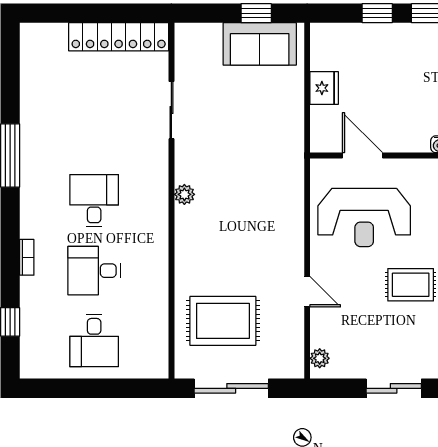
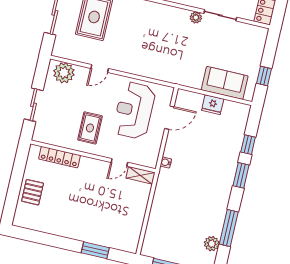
sofa: (260, 44) -> (225, 83), moved, turned 90
plant: (184, 194) -> (196, 18), moved
plant: (320, 358) -> (64, 73), width x1.88, depth x1.88

